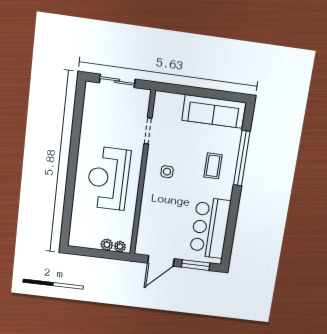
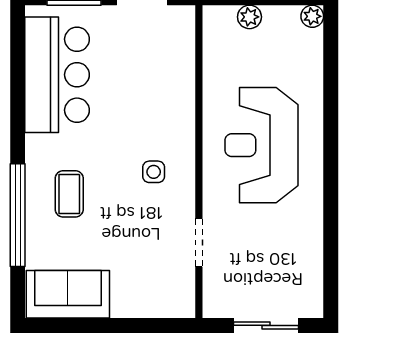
sofa: (214, 111) -> (68, 294), width x0.73
reception desk: (108, 178) -> (261, 145), turned 180
plant: (120, 247) -> (312, 16), moved

